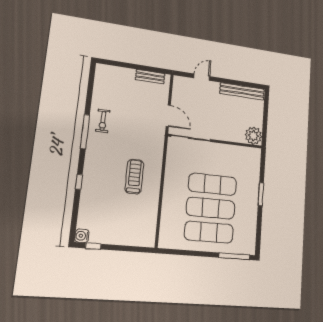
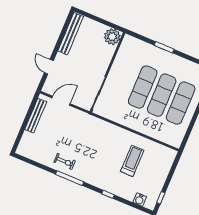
bench: (150, 77) -> (36, 116), width x1.36
door: (168, 116) -> (61, 101), moved
treadmill: (134, 177) -> (132, 161), moved, turned 90
water cooler: (82, 236) -> (140, 200), moved

